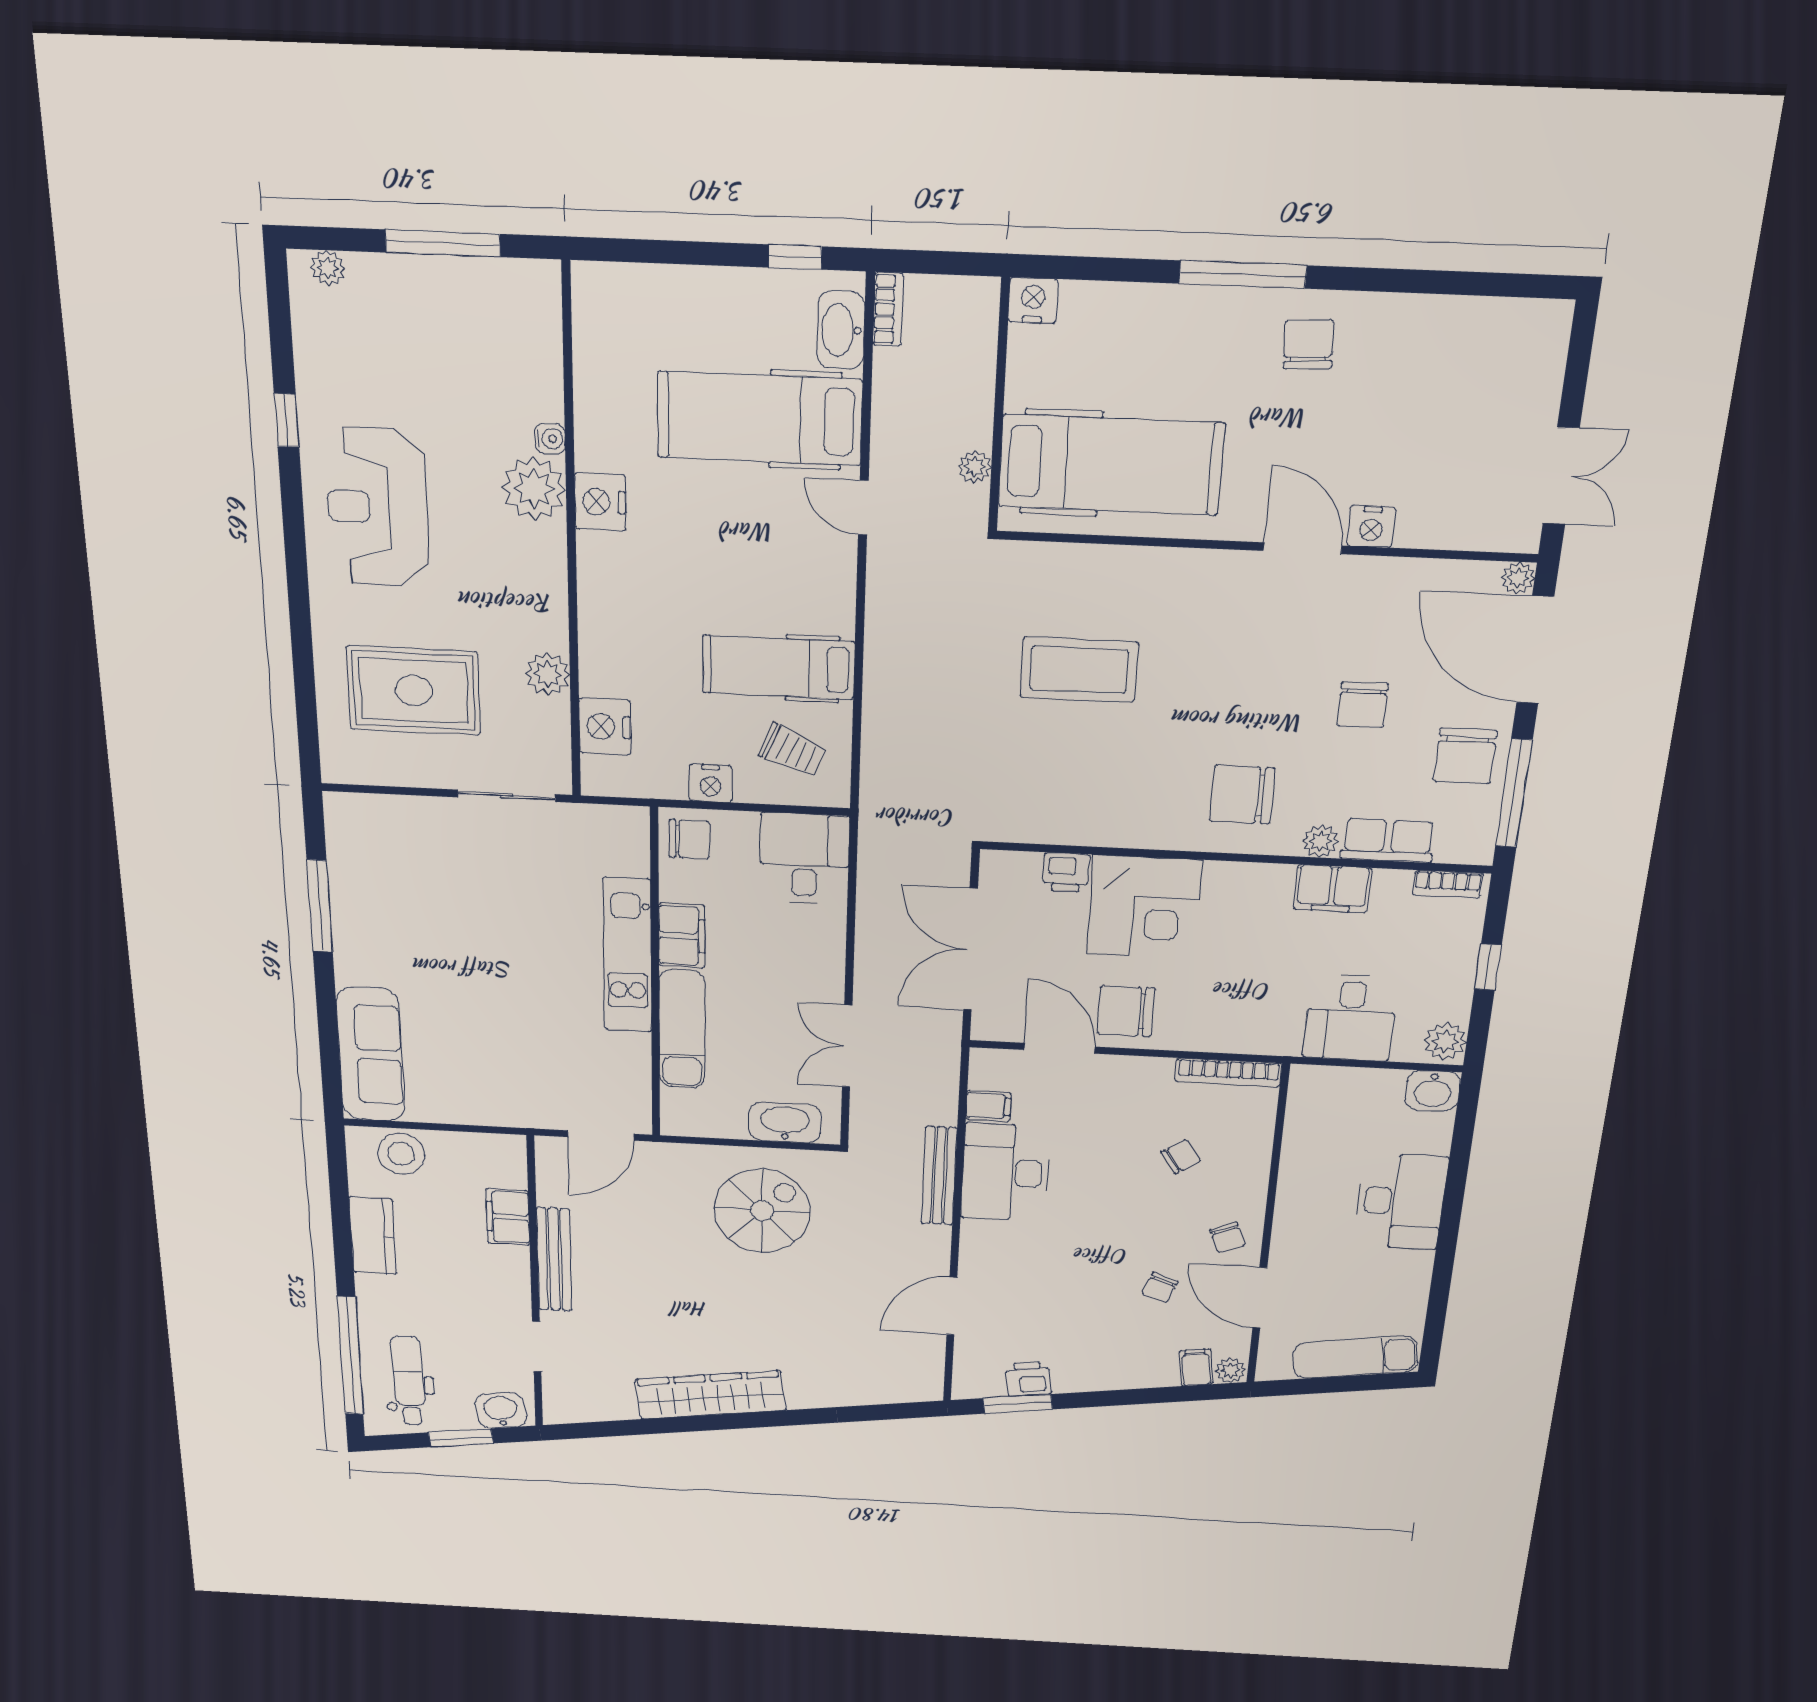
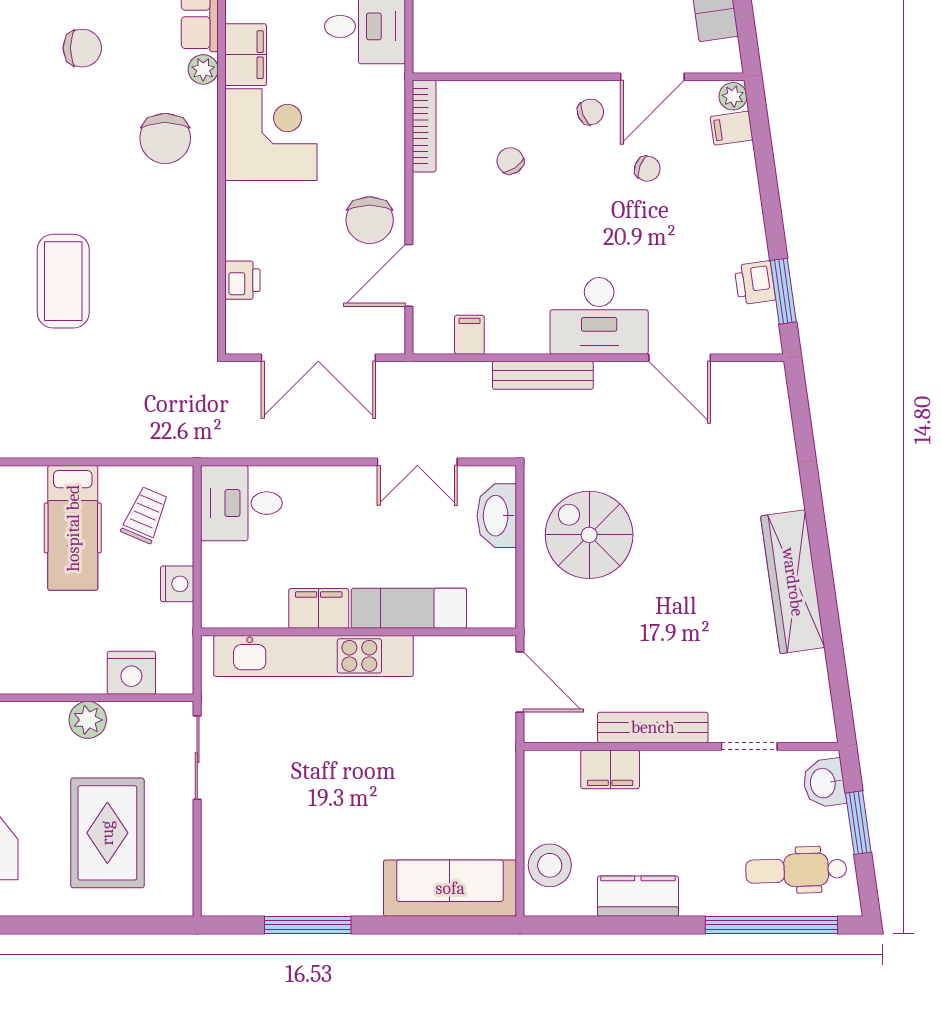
chair: (689, 839) -> (229, 602), removed
corner desk: (1144, 907) -> (271, 135), moved
kitchen unit: (627, 955) -> (313, 656), width x1.36
desk: (1006, 1172) -> (599, 316), moved

